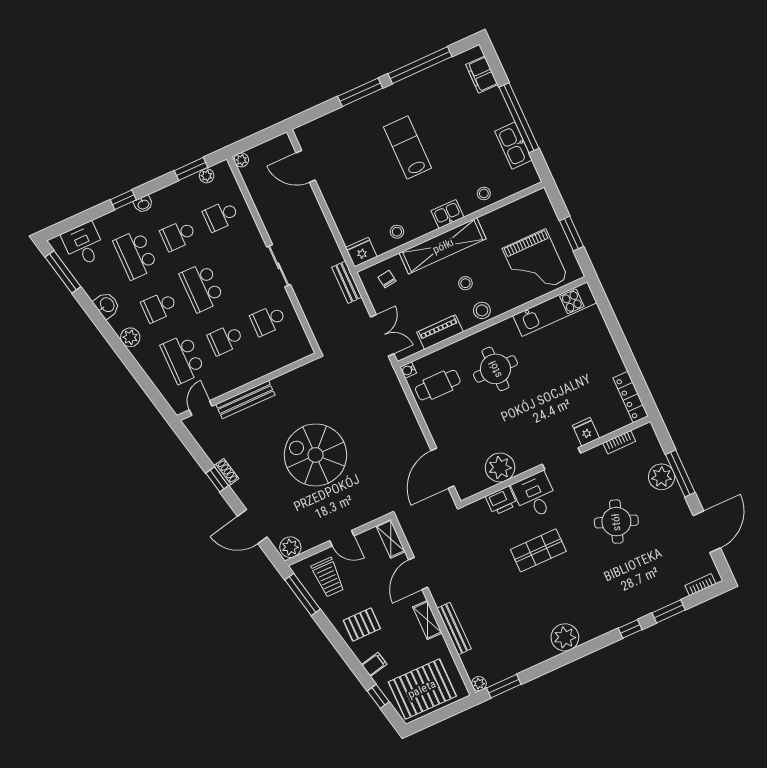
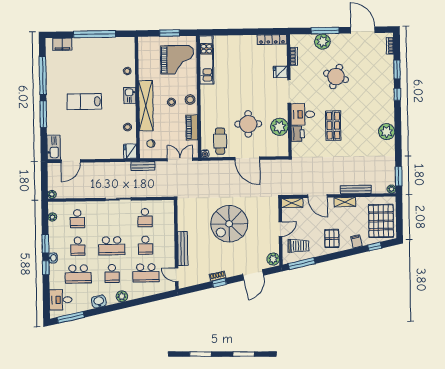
kitchen sink: (513, 146) -> (54, 147), moved, turned -90
window: (191, 169) -> (45, 244), moved
round table: (495, 369) -> (248, 124), moved
door: (443, 468) -> (247, 158), moved

